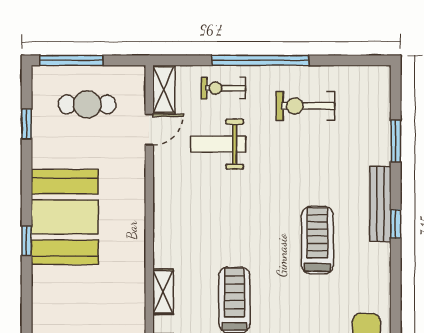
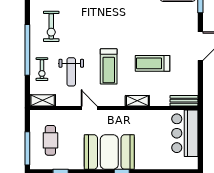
door: (149, 130) -> (89, 108), moved
treadmill: (317, 240) -> (109, 66), moved, turned -90
shelving: (163, 292) -> (137, 101), moved

